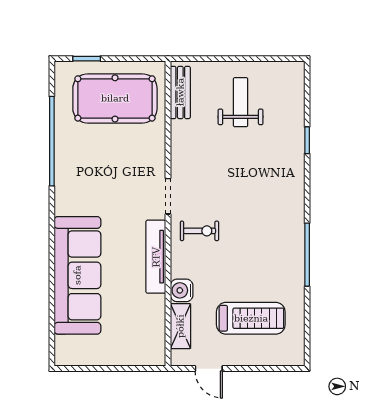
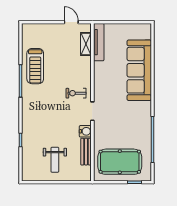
bench: (180, 92) -> (86, 152), moved
tv unit: (156, 257) -> (99, 42), moved
water cooler: (182, 290) -> (85, 131), moved
treadmill: (251, 318) -> (35, 66), moved, turned -90

